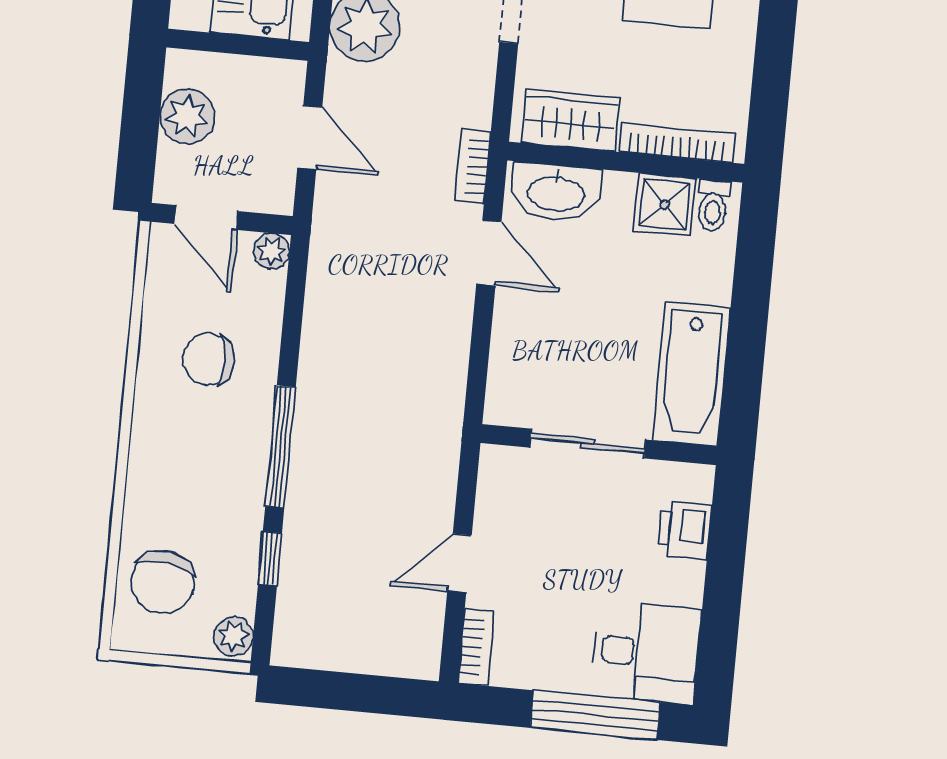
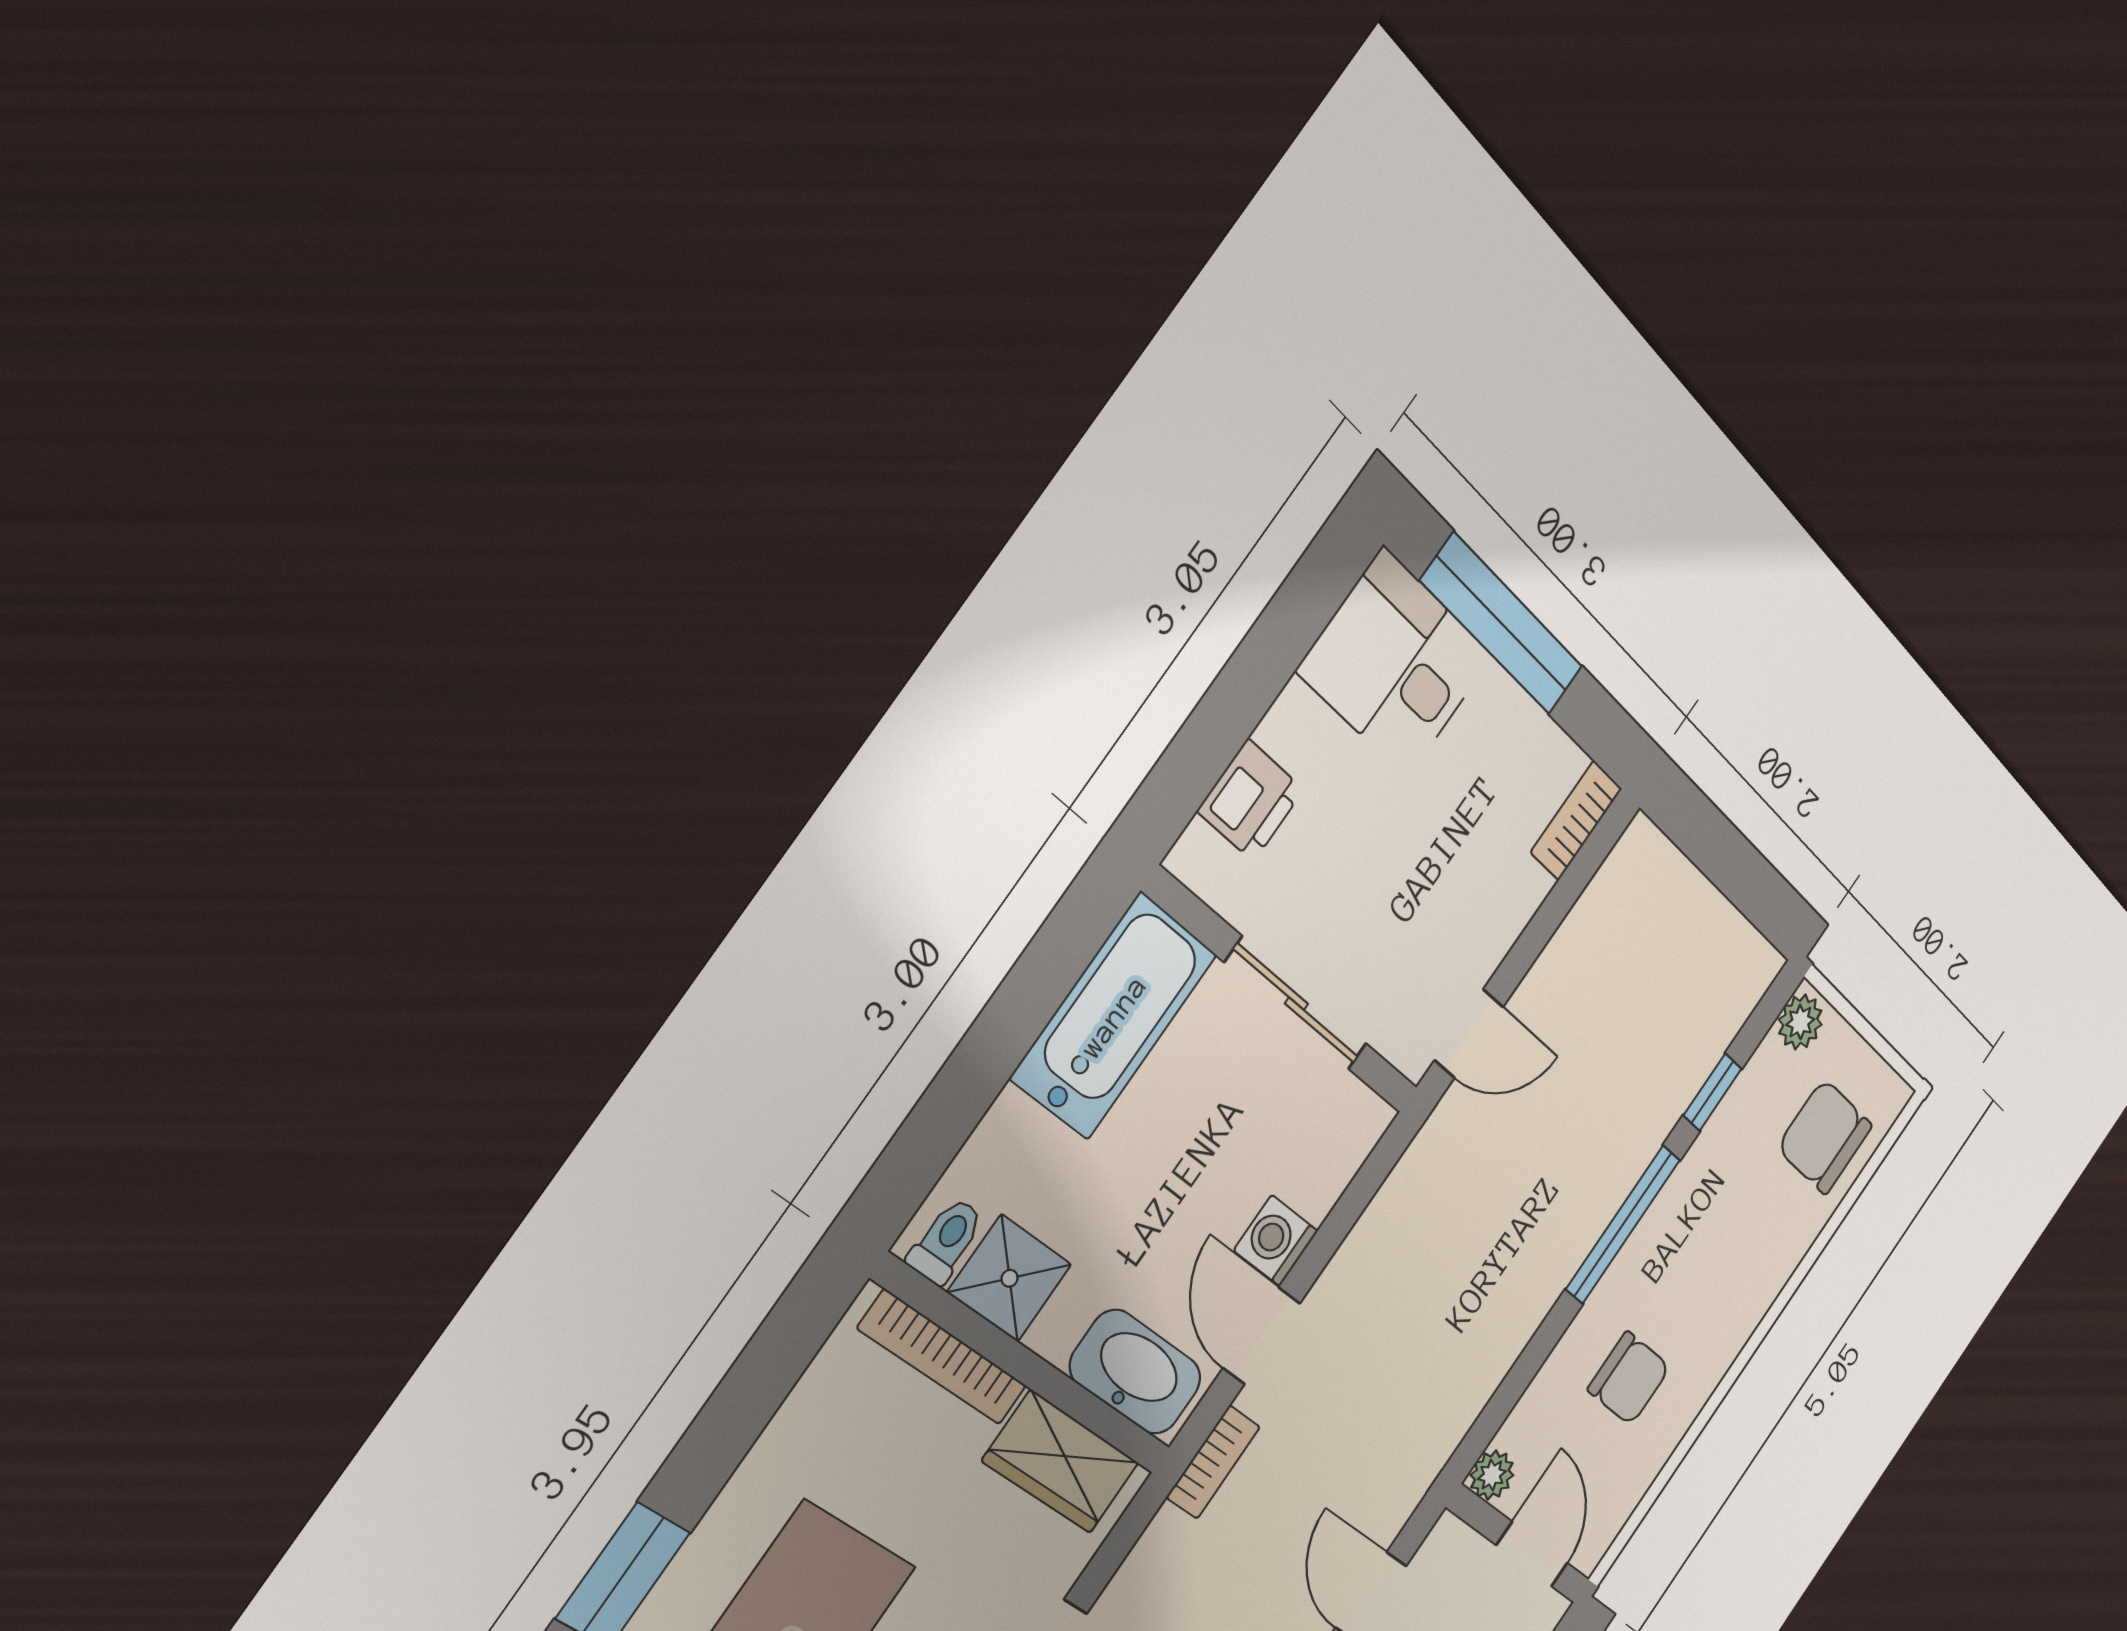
washing machine: (515, 310) -> (1276, 1241), added
door: (460, 563) -> (1469, 1034), moved
chair: (163, 582) -> (1825, 1137), turned -98

